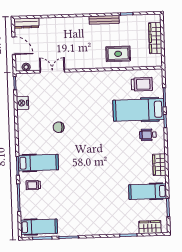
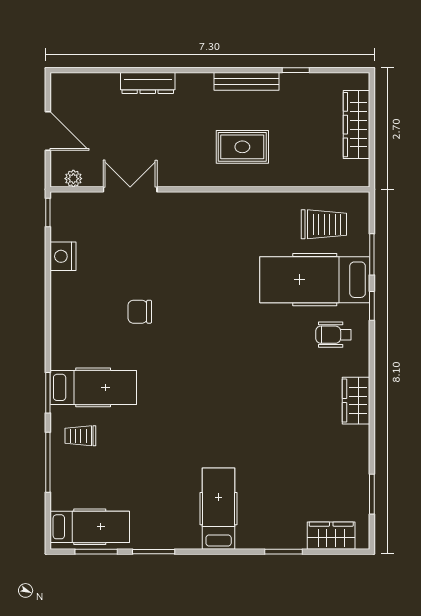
dresser: (26, 23) -> (148, 83), moved
rug: (118, 54) -> (242, 147), moved
hospital bed: (148, 192) -> (219, 509), moved, turned 90

